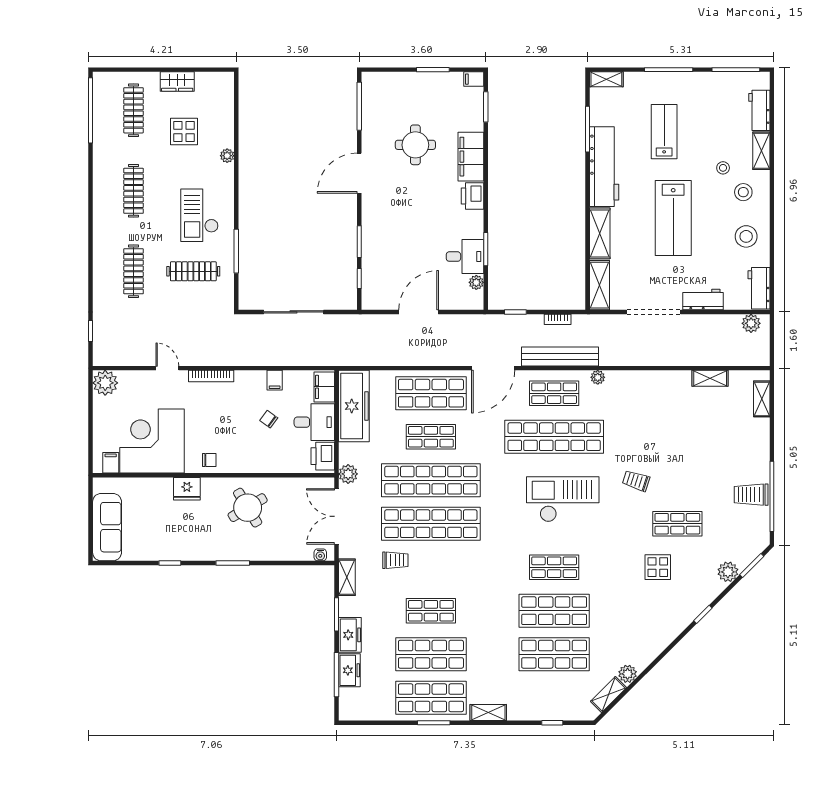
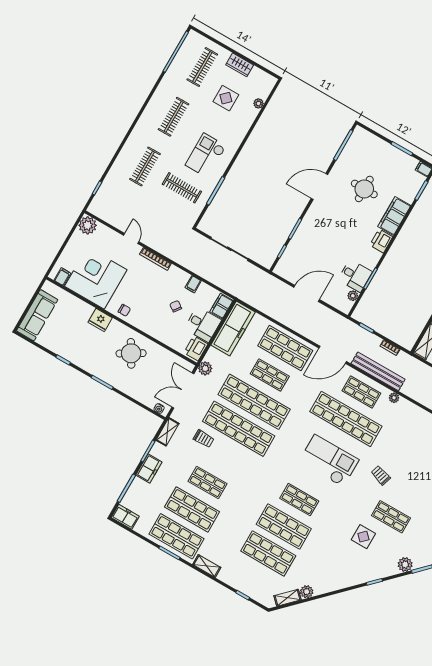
plant: (227, 156) -> (258, 103), moved
freezer: (349, 670) -> (125, 517), moved, turned -90

